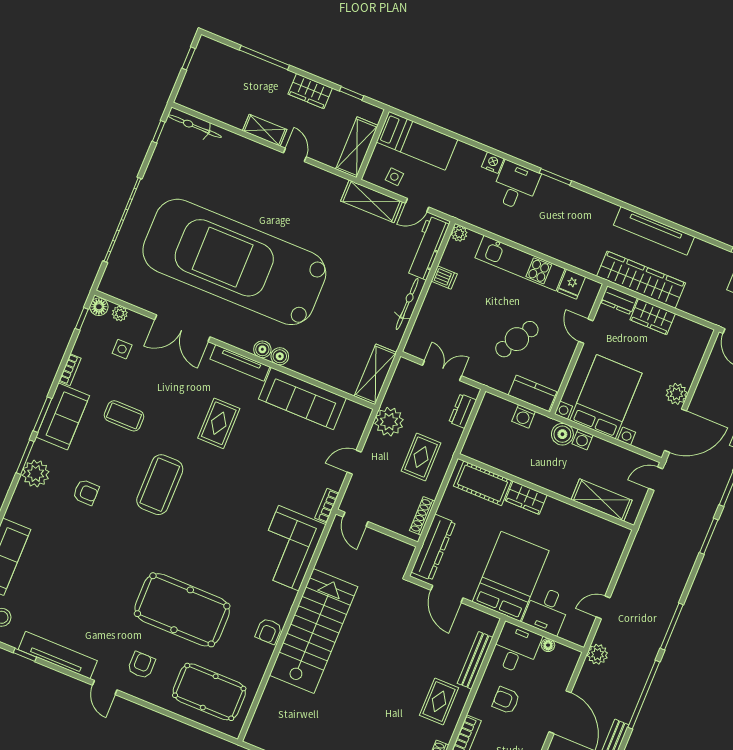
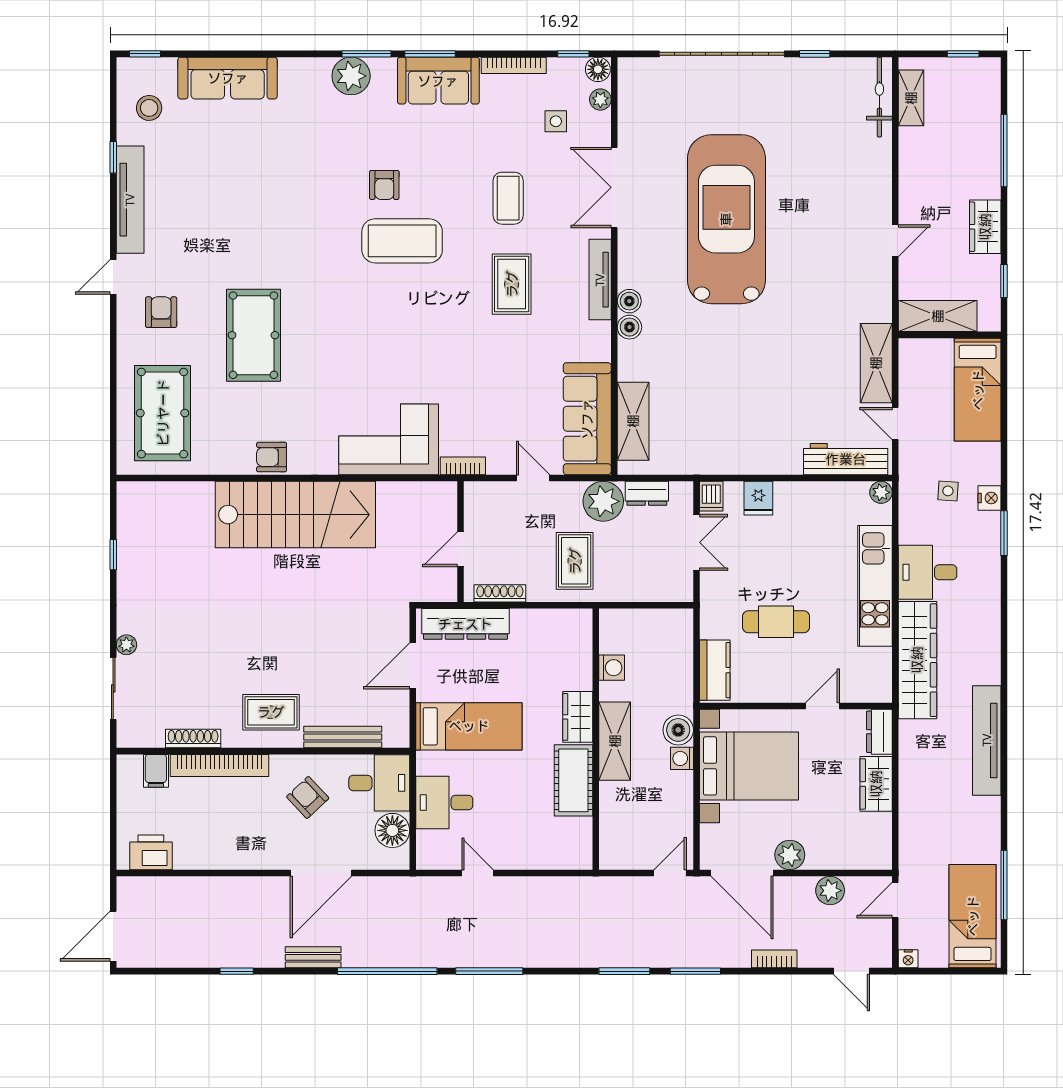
shelving: (265, 130) -> (911, 98), moved
window: (159, 132) -> (815, 54), moved
side table: (394, 177) -> (948, 491), moved
window: (555, 177) -> (1004, 533), moved
desk: (516, 186) -> (928, 572), moved, turned 180
car: (234, 262) -> (726, 219), width x0.73, depth x0.67
dishwasher: (444, 277) -> (711, 496), moved
wardrobe: (641, 280) -> (917, 660), moved
fridge: (572, 284) -> (758, 498), moved, turned -90
bicycle: (407, 304) -> (763, 463), removed
cafe table: (517, 339) -> (776, 622), turned -31
bookcase: (70, 370) -> (514, 65), width x1.56
shelving: (375, 374) -> (633, 421), moved, turned 90
sofa: (302, 399) -> (587, 419), moved
dresser: (463, 411) -> (647, 493), moved, turned 180
coffee table: (124, 416) -> (508, 198), moved
washing machine: (524, 416) -> (612, 668), moved, turned 180
rug: (219, 423) -> (512, 284), turned 90
rug: (421, 457) -> (575, 561), turned 90
door: (656, 479) -> (670, 873), hinge flipped
cot: (483, 483) -> (573, 780), moved
armchair: (86, 492) -> (384, 185), moved
shelving: (602, 500) -> (615, 741), moved
door: (355, 519) -> (460, 549), moved
bed: (511, 576) -> (469, 726), width x0.67
pool table: (182, 610) -> (253, 335), width x0.73, depth x0.76
floor lamp: (548, 645) -> (392, 830), width x1.89, depth x1.89
plant: (597, 654) -> (830, 891), moved
armchair: (141, 665) -> (161, 312), turned -90
armchair: (506, 700) -> (308, 797), turned -43

